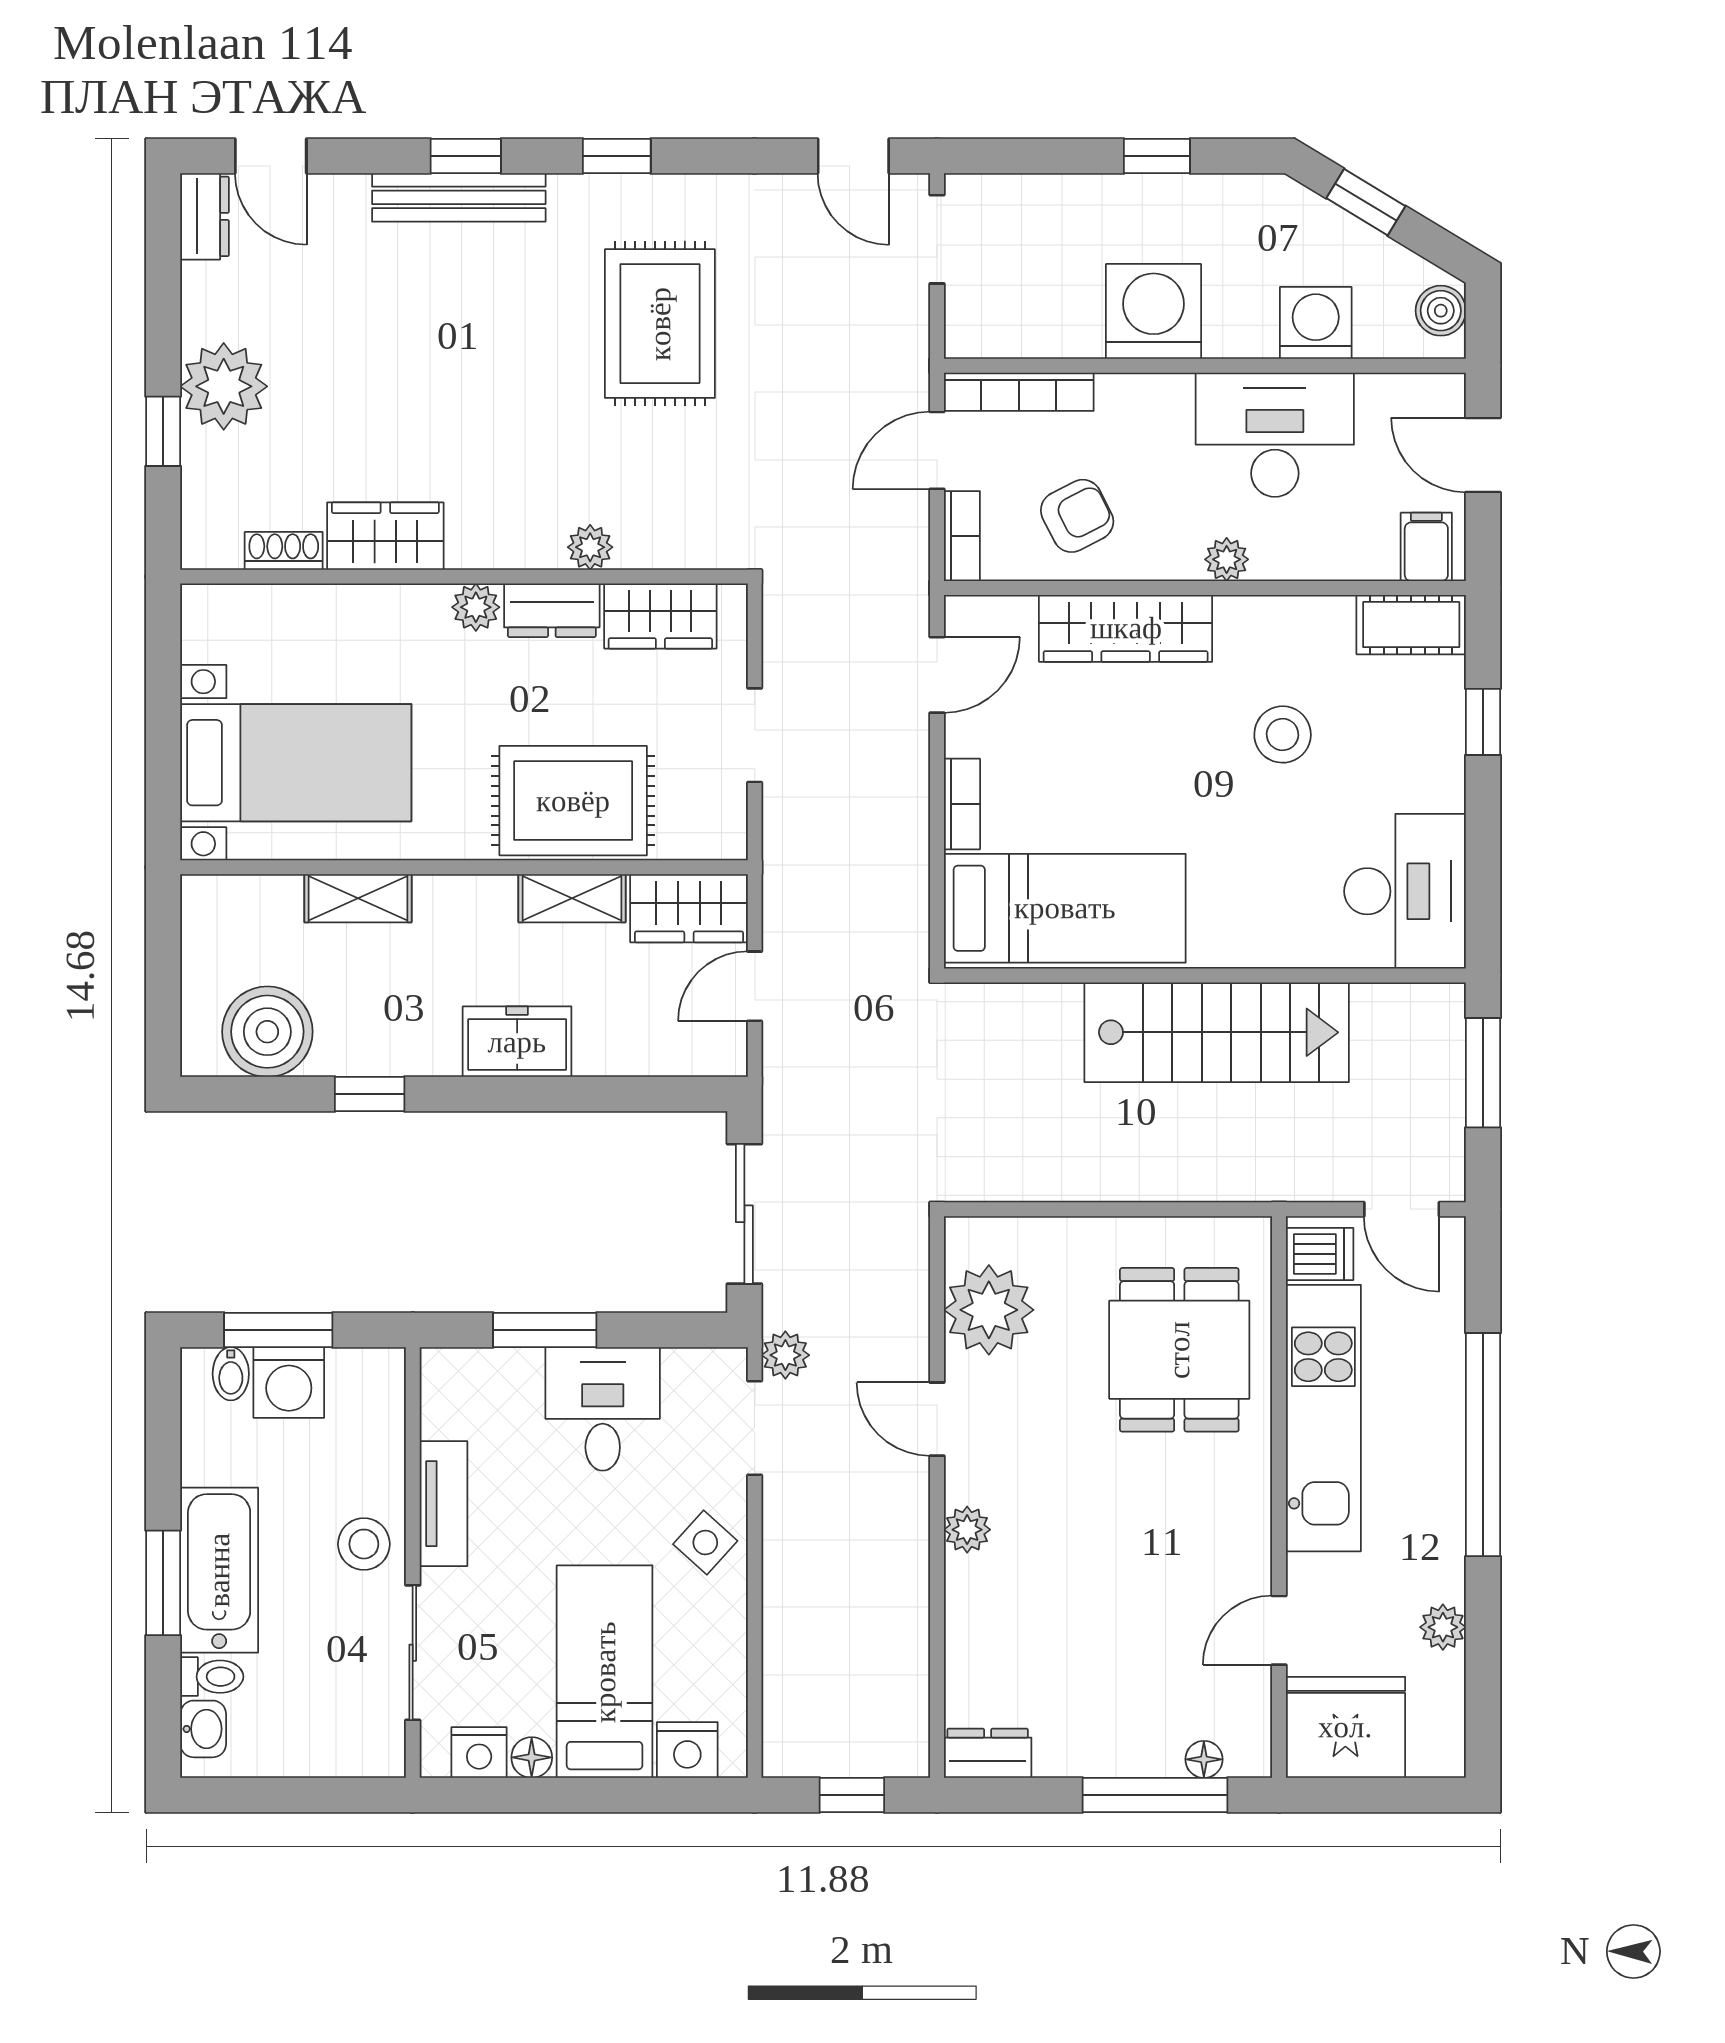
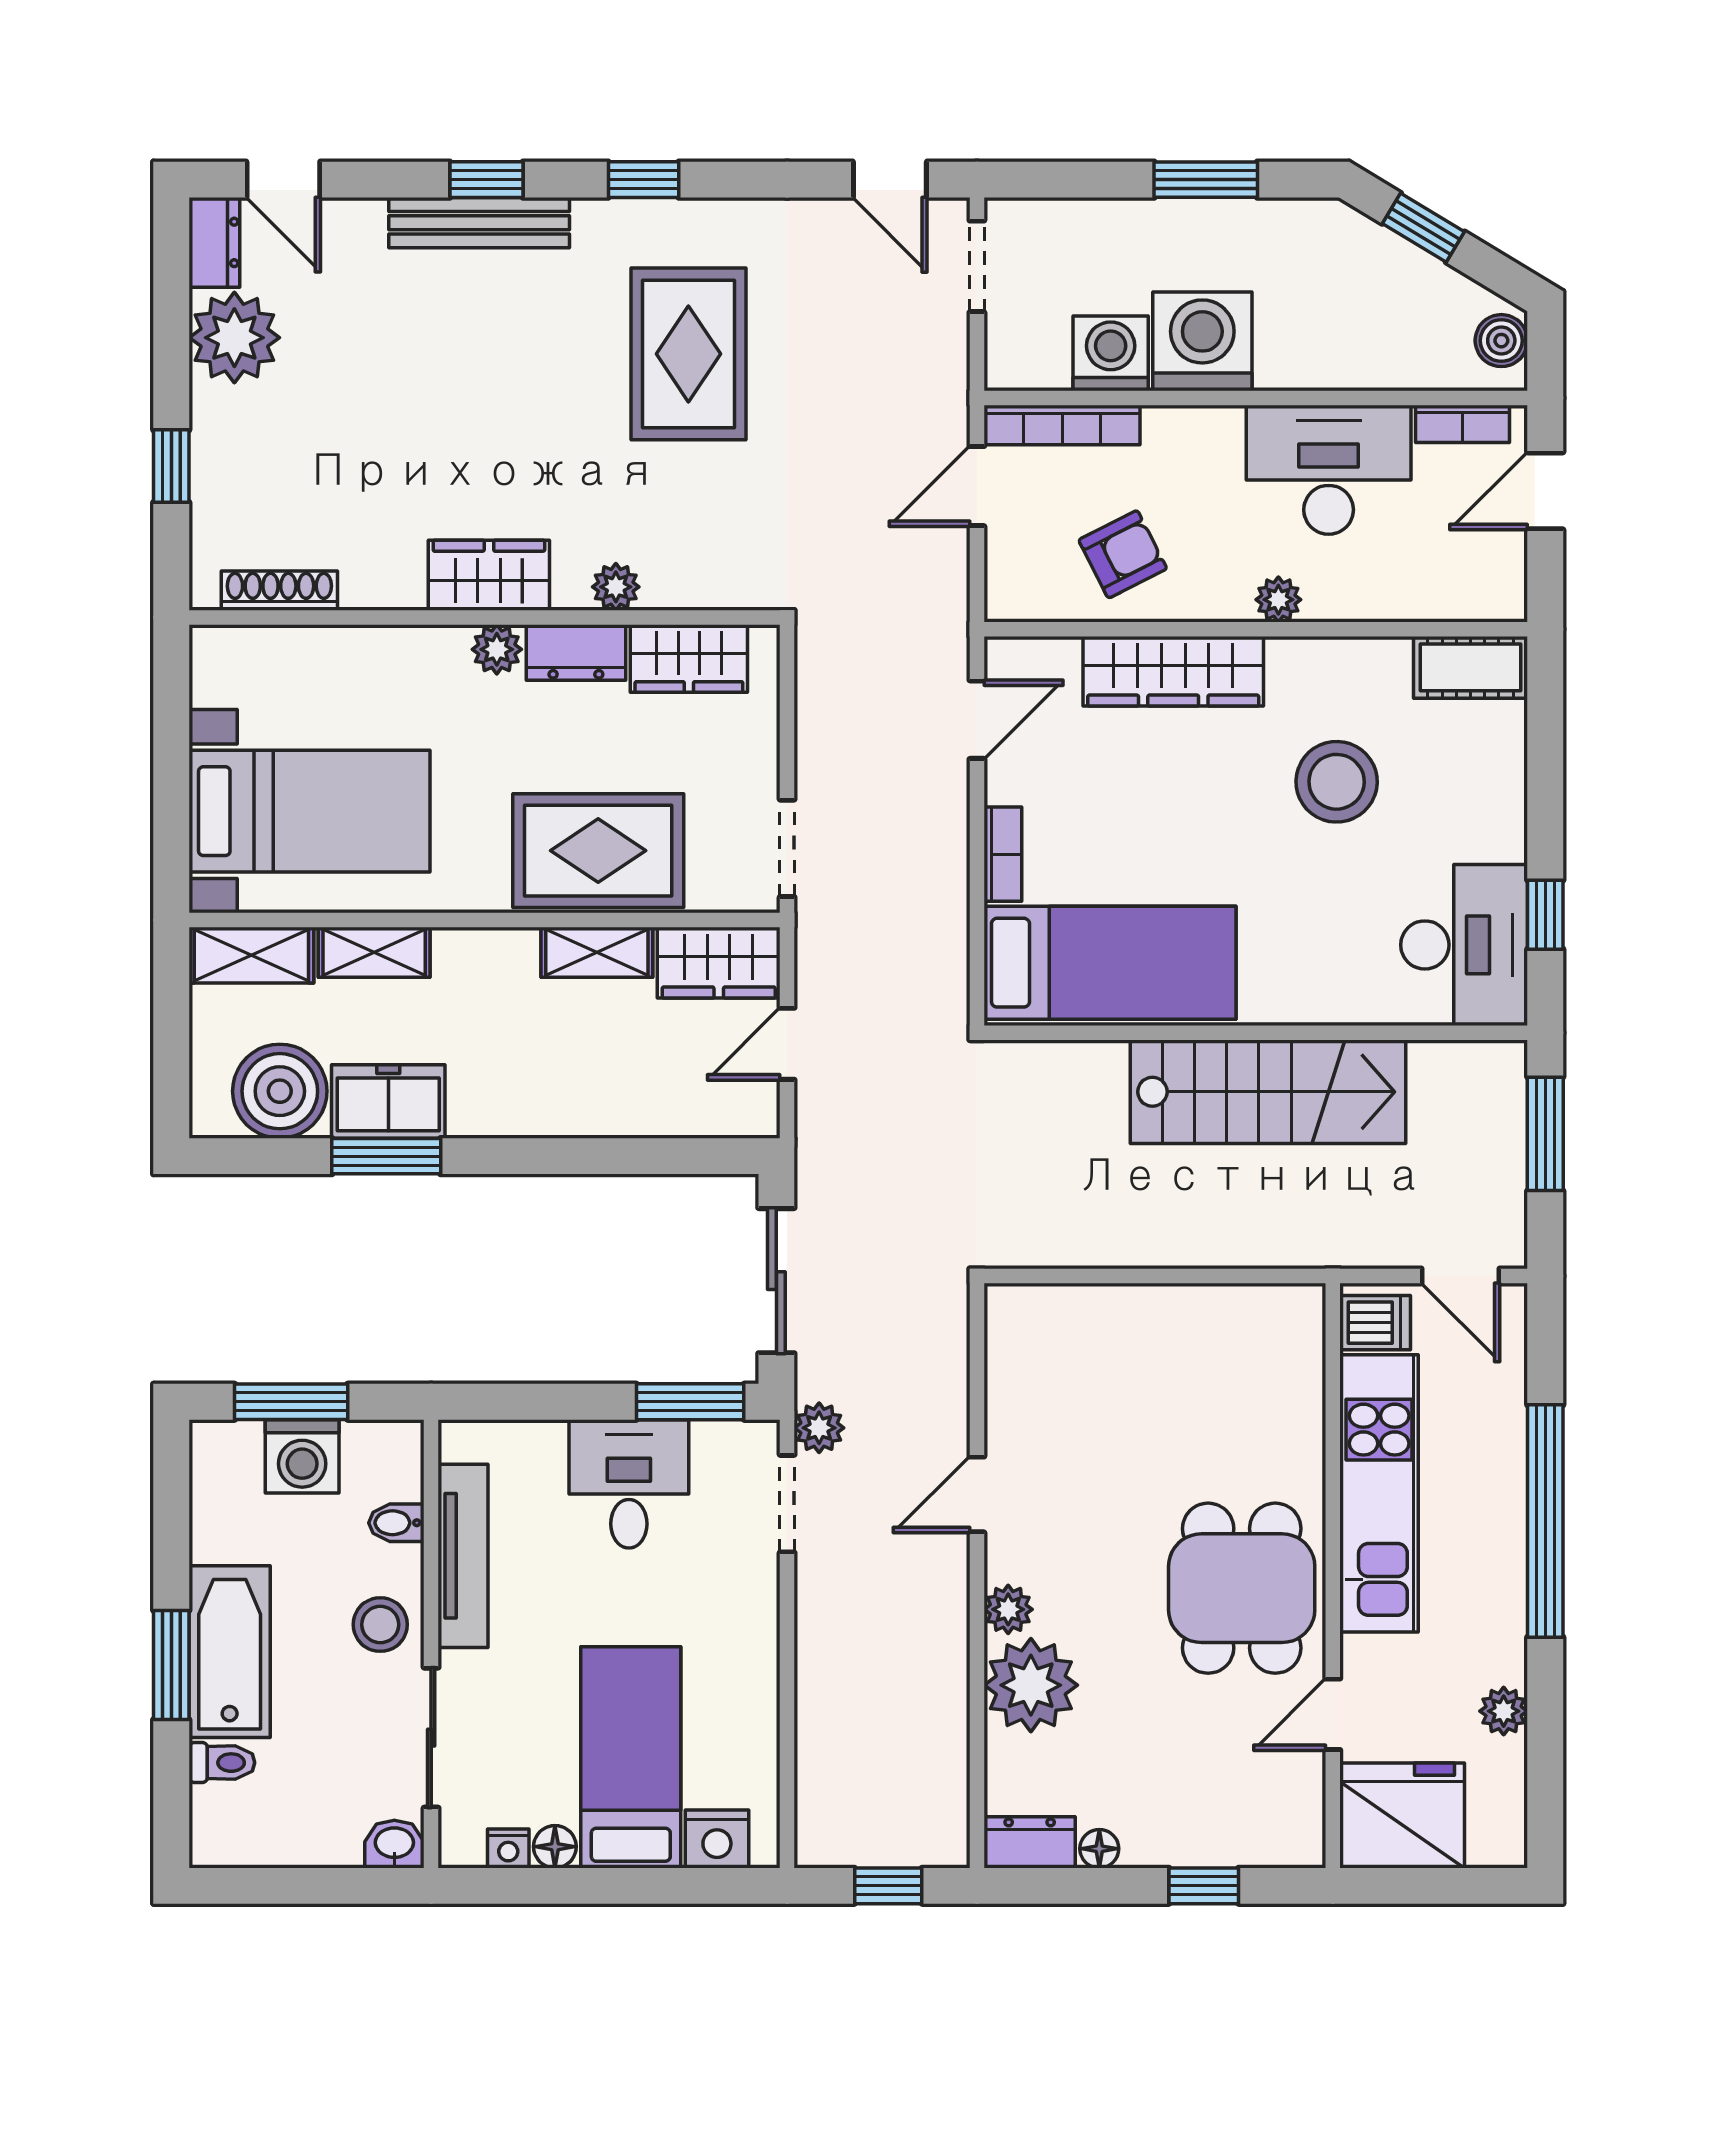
window: (1157, 156) -> (1206, 180), width x1.50
washing machine: (1316, 323) -> (1111, 353), moved
plant: (224, 386) -> (234, 338), moved
door: (1483, 455) -> (1545, 491), hinge flipped
wardrobe: (385, 536) -> (489, 575), moved
bookcase: (962, 536) -> (1463, 424), moved, turned 90
filing cabinet: (1426, 547) -> (1486, 587), removed
shoe rack: (284, 551) -> (279, 591), width x1.43
window: (1483, 722) -> (1545, 915), moved
stool: (1283, 734) -> (1337, 782), width x1.38, depth x1.38
doorway: (755, 735) -> (787, 848), moved
shelving: (240, 901) -> (251, 955), added
freezer: (517, 1042) -> (388, 1102), moved
window: (370, 1094) -> (386, 1156), width x1.50
plant: (989, 1310) -> (1031, 1685), moved
window: (545, 1330) -> (690, 1402), moved
dining table: (1179, 1350) -> (1242, 1588), moved
bidet: (231, 1374) -> (396, 1523), moved, turned 90
door: (937, 1419) -> (977, 1494), hinge flipped
tv unit: (443, 1504) -> (463, 1556), width x1.41
side table: (705, 1542) -> (736, 1623), removed
washbasin: (203, 1729) -> (394, 1844), moved, turned -90
nightstand: (479, 1753) -> (508, 1848), width x0.72, depth x0.74
floor lamp: (1204, 1759) -> (1099, 1849), moved
window: (1155, 1795) -> (1204, 1886), width x0.46

